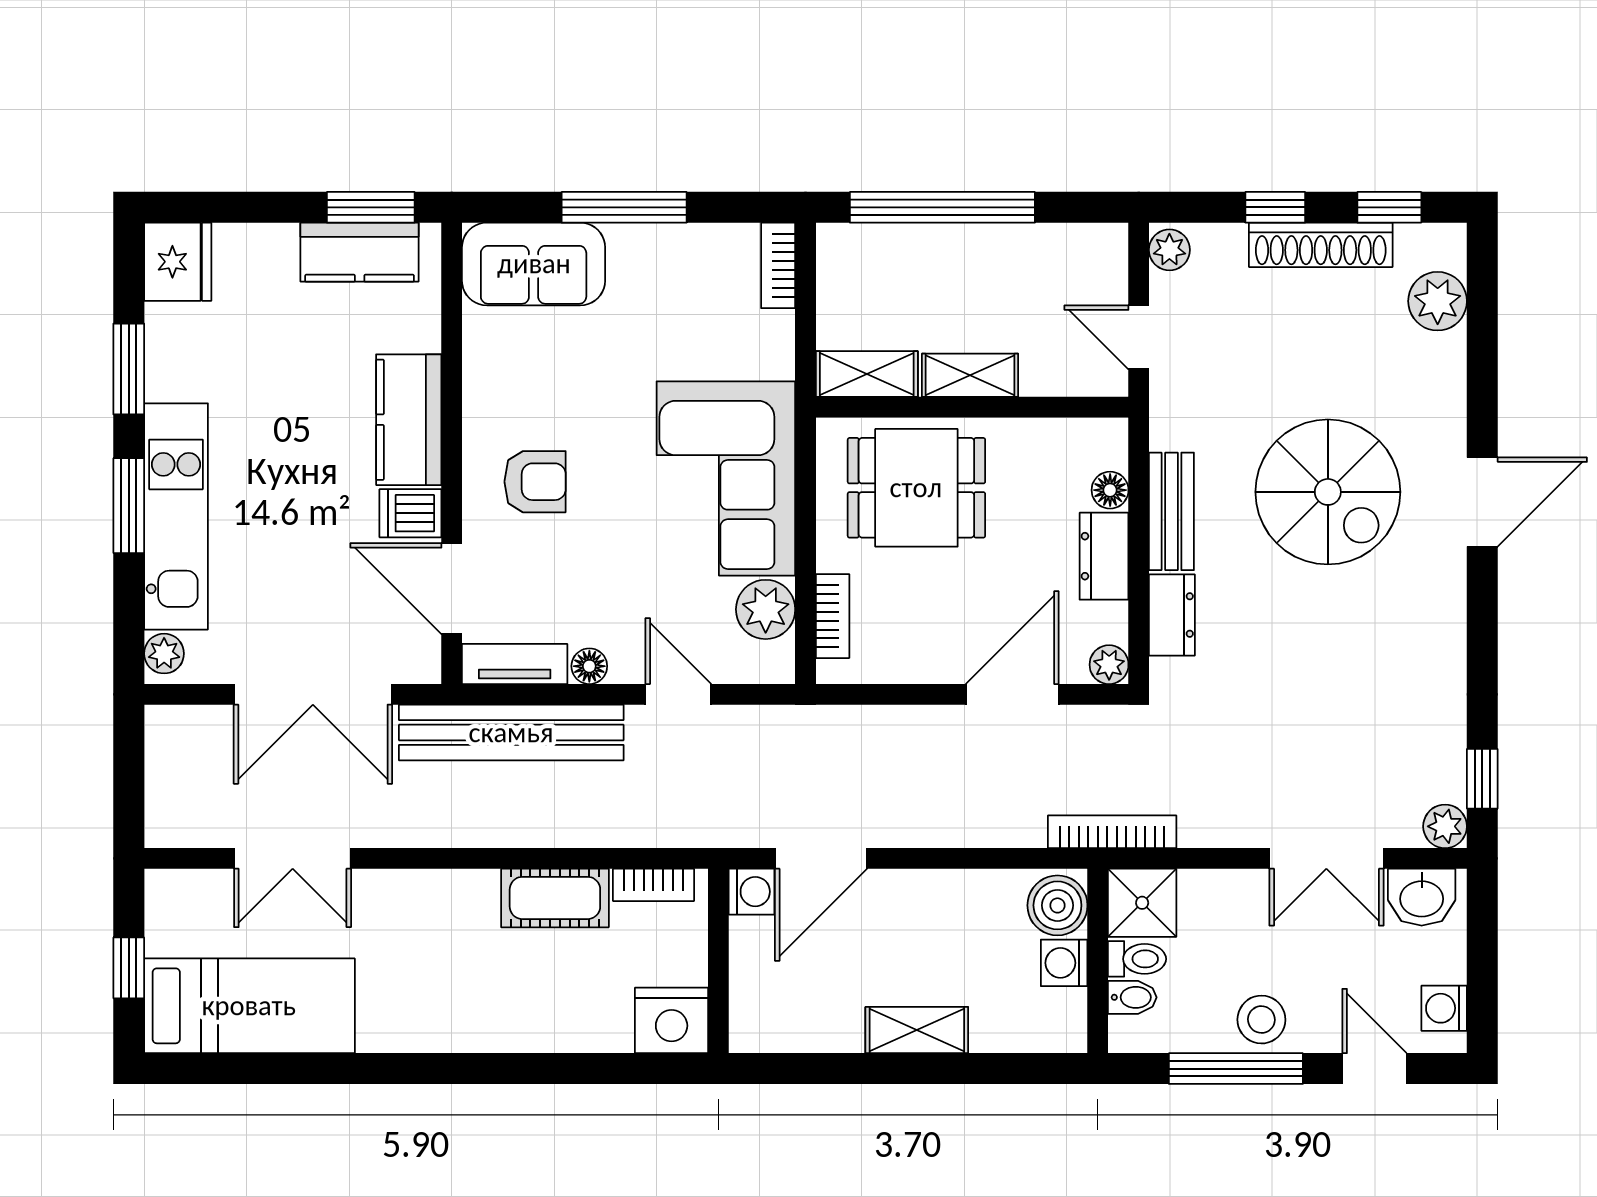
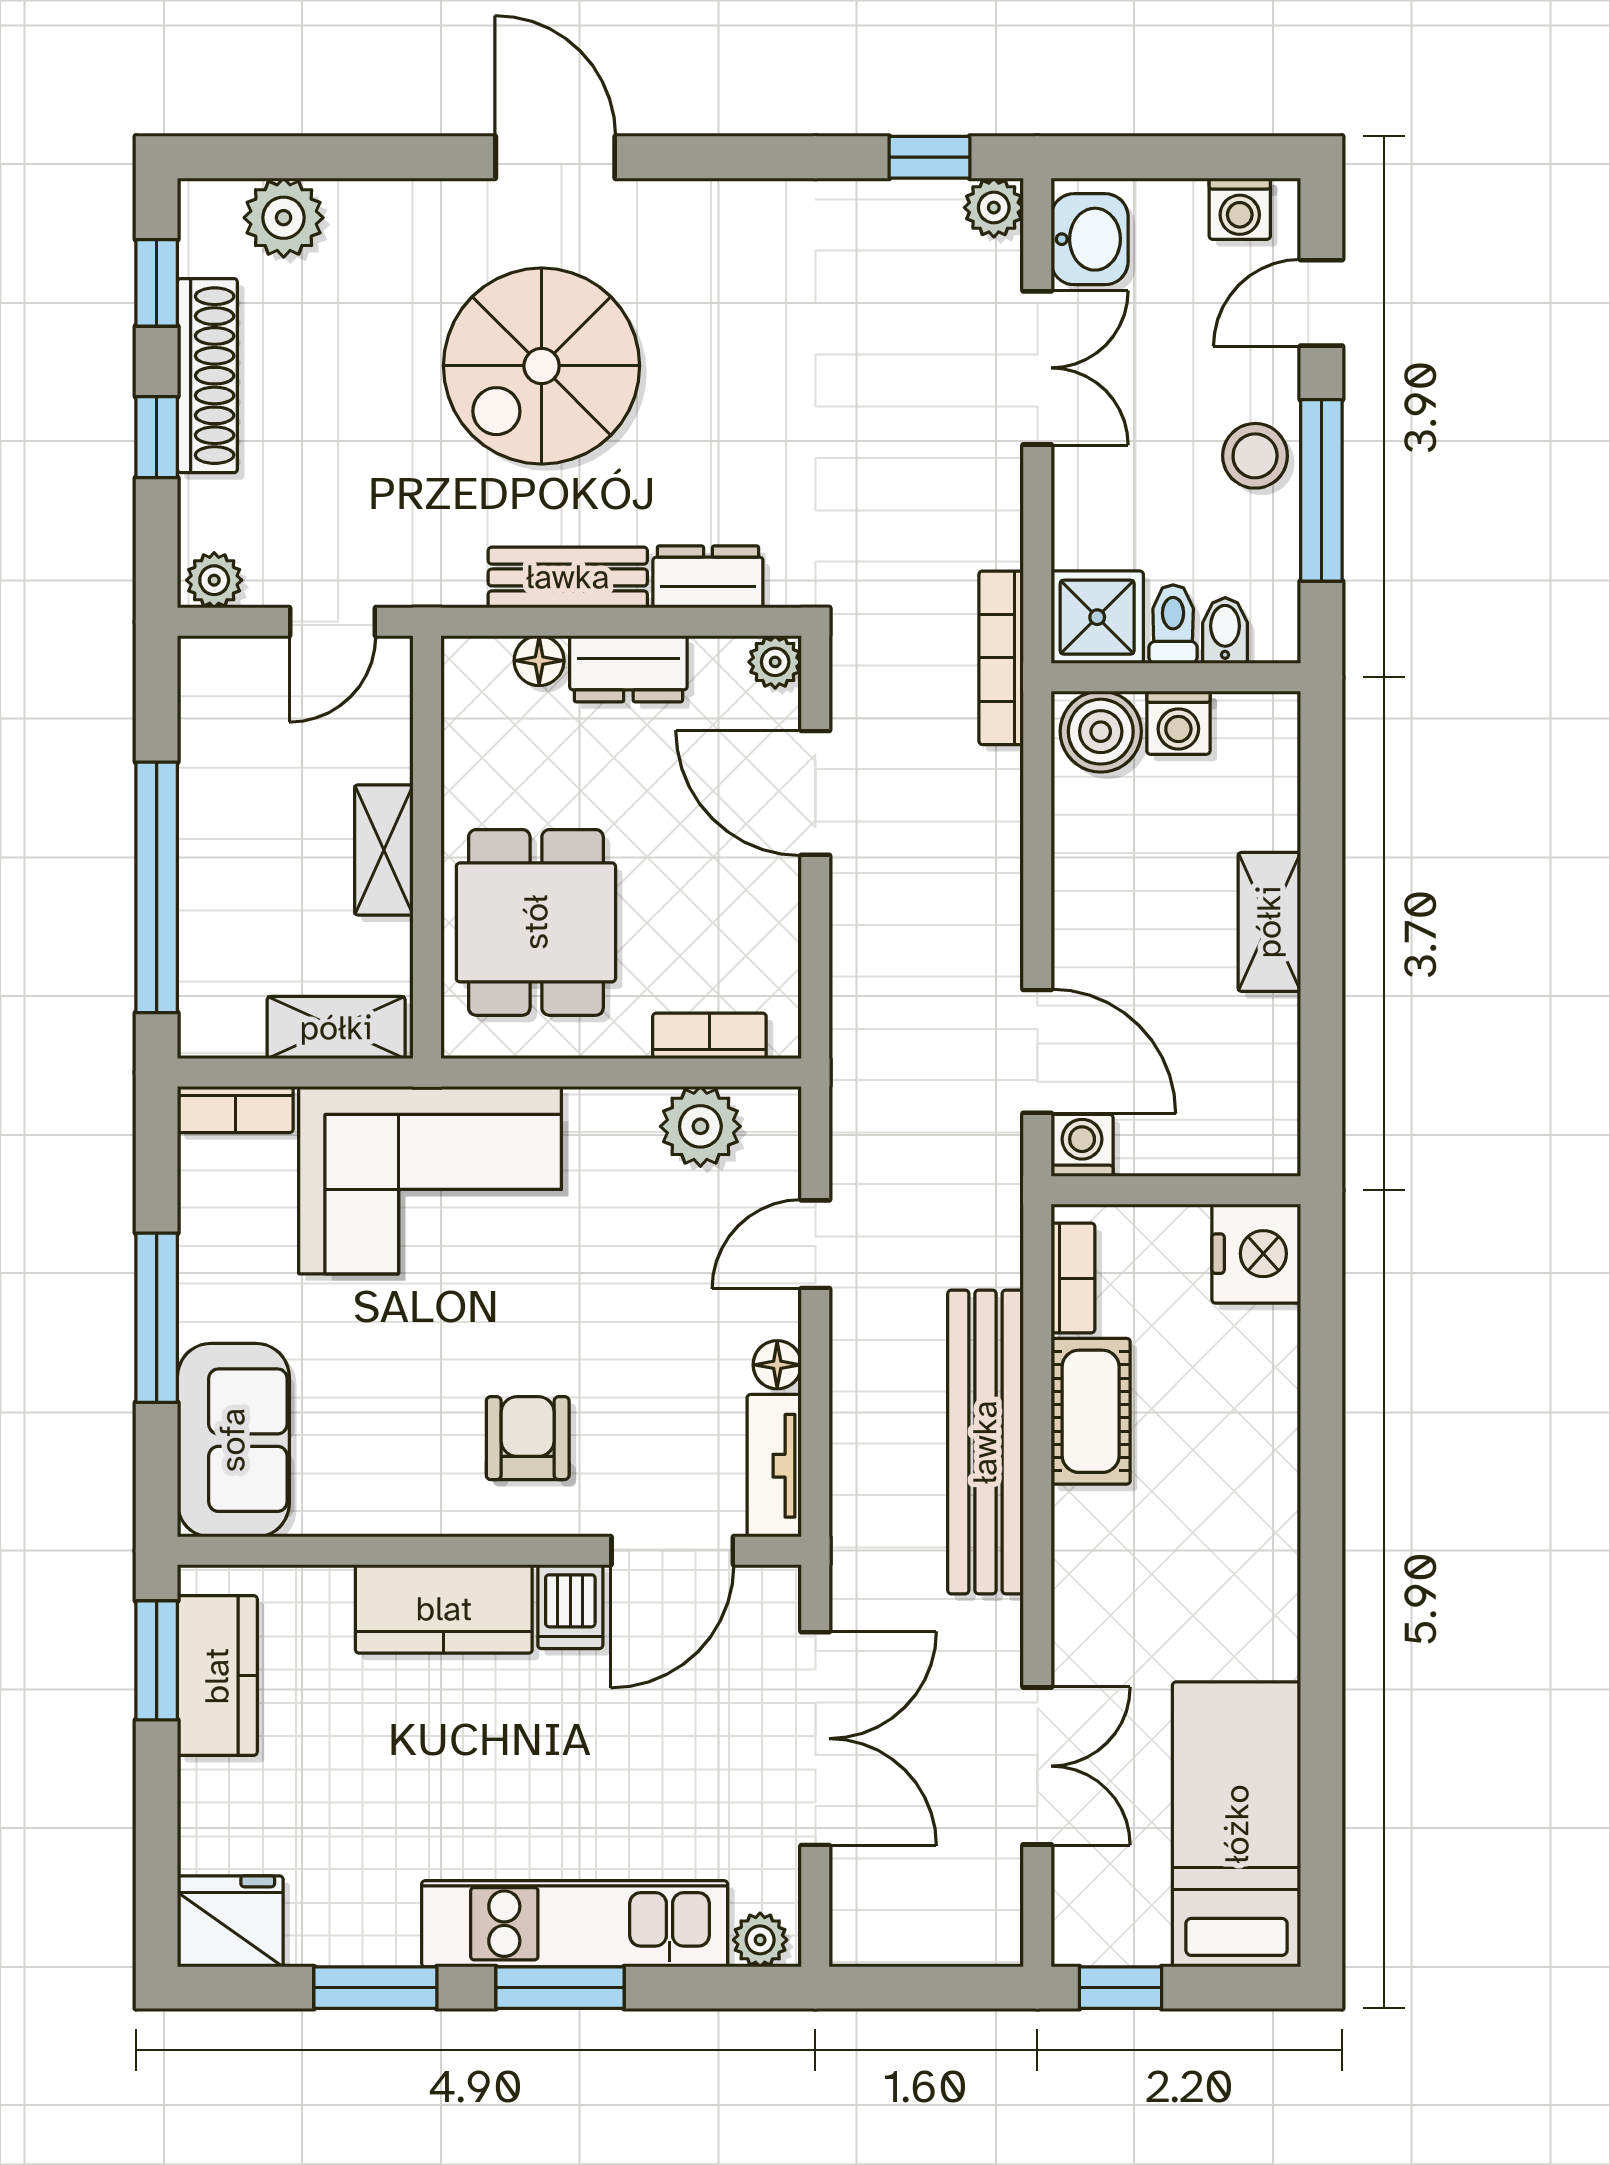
shelving: (867, 374) -> (336, 1028), moved, turned 90
corner sofa: (726, 479) -> (430, 1180), moved
spiral stairs: (1328, 492) -> (542, 366), turned 180
bench: (511, 733) -> (985, 1442), moved
window: (129, 968) -> (1120, 1988), moved

